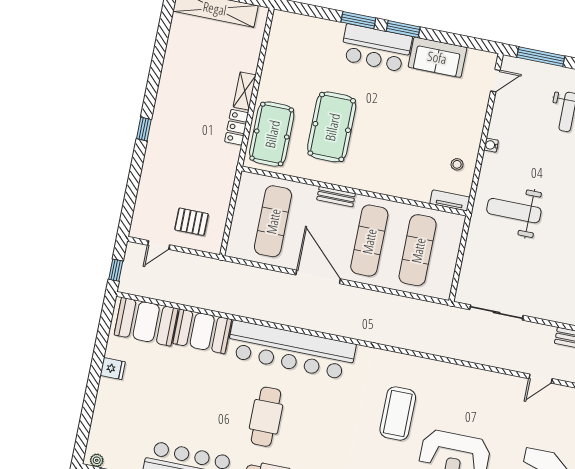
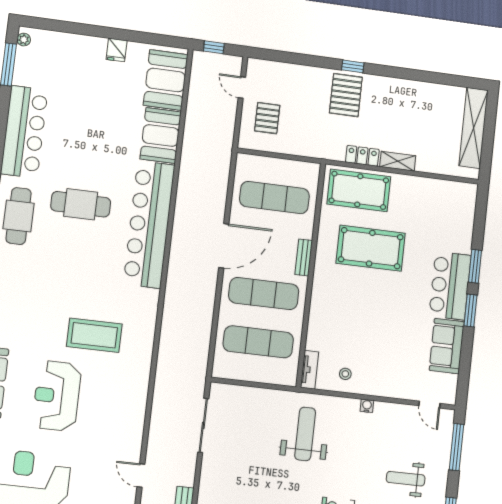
pallet: (173, 139) -> (346, 95), added

